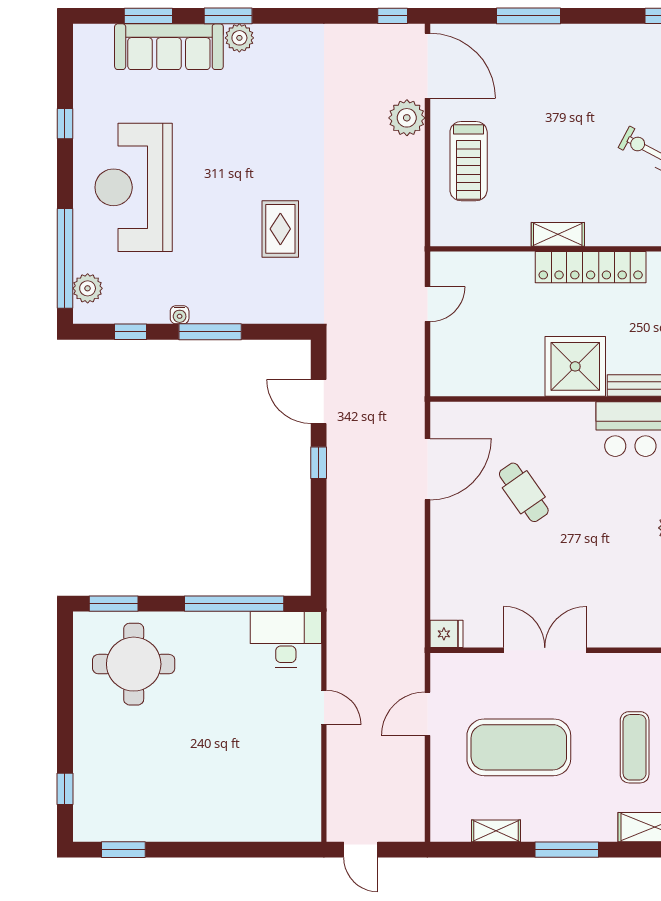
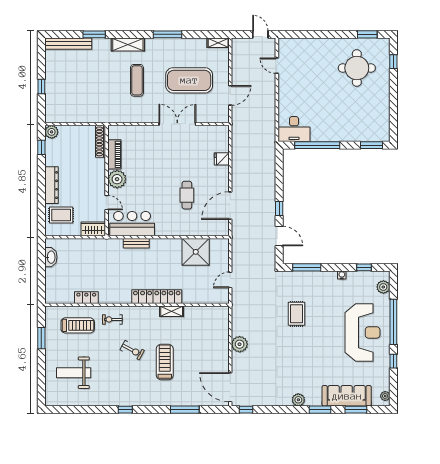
plant: (239, 38) -> (298, 400), moved
plant: (83, 46) -> (385, 396), added
plant: (407, 118) -> (240, 344), moved
treadmill: (469, 161) -> (165, 362), moved
window: (65, 258) -> (393, 322), moved
window: (210, 332) -> (307, 267), moved
shower: (575, 366) -> (196, 252), moved
cafe table: (524, 492) -> (187, 195), turned 35
fridge: (446, 634) -> (222, 159), moved
double door: (545, 650) -> (177, 124), swing flipped
round table: (134, 664) -> (357, 68), moved
door: (324, 707) -> (277, 66), moved
shelving: (496, 831) -> (218, 43), moved

